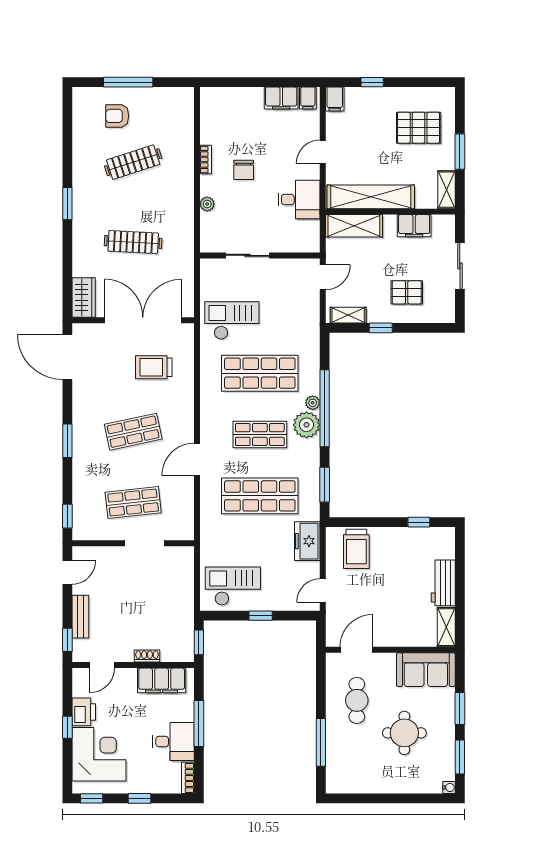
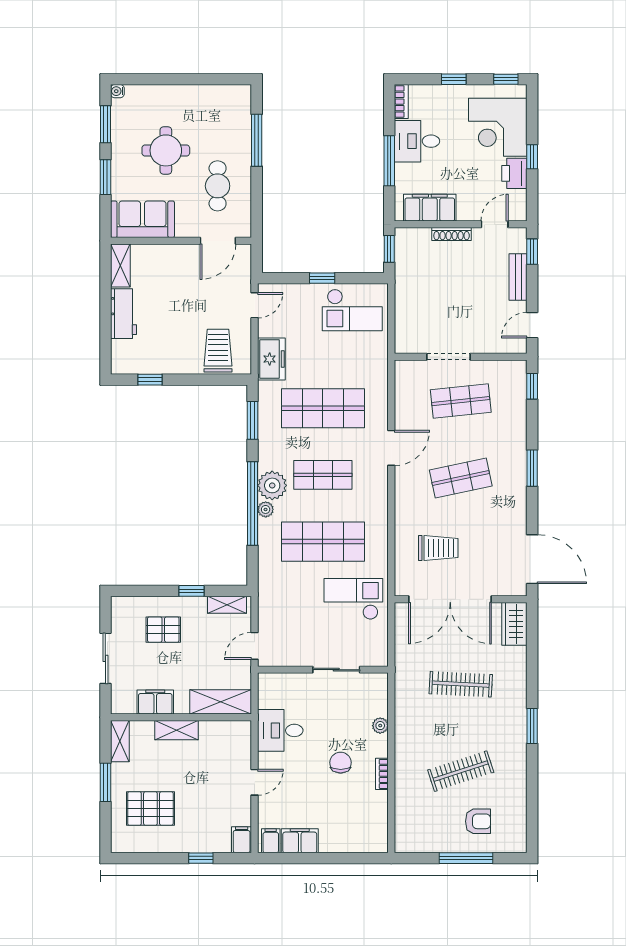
shelving: (371, 197) -> (177, 730), width x0.45, depth x0.75
checkout: (232, 321) -> (353, 599), turned 180
shoe rack: (147, 656) -> (452, 234), width x1.43

